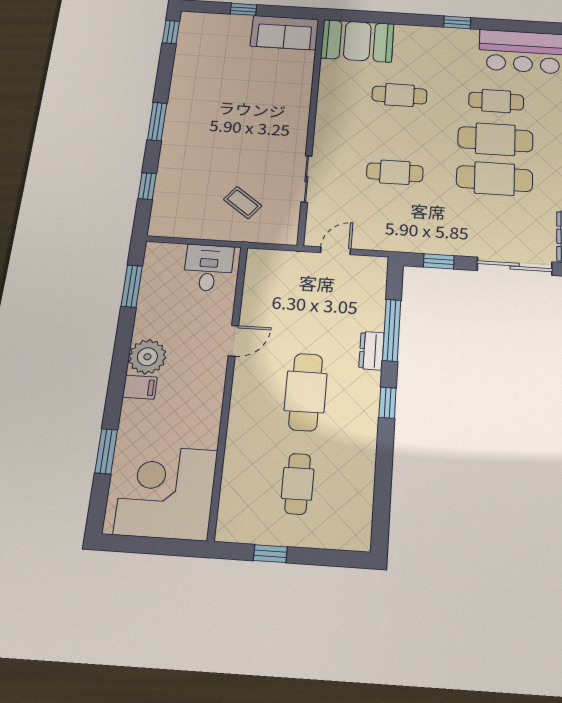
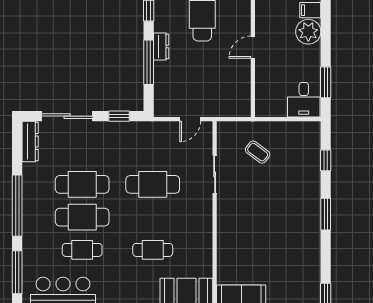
cafe table: (395, 172) -> (153, 184), width x1.37, depth x1.35
desk: (208, 268) -> (304, 100), moved

